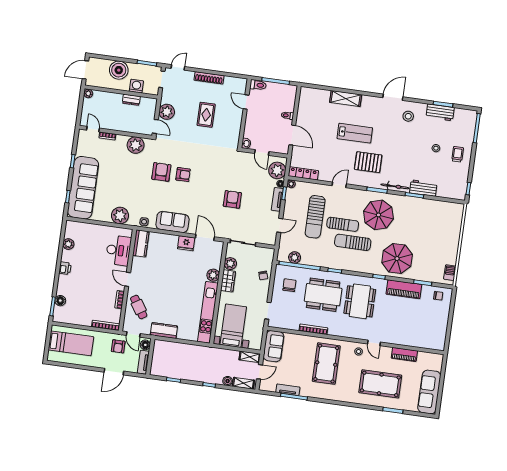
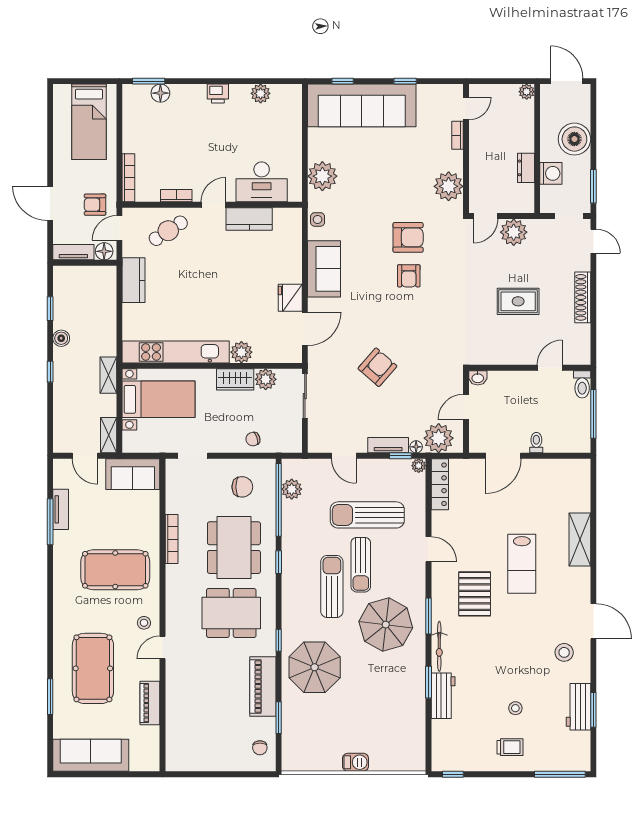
armchair: (232, 199) -> (377, 367), turned -49
kitchen counter: (141, 243) -> (249, 219), moved
barbecue: (450, 273) -> (356, 762), moved
boiler: (228, 381) -> (61, 338), moved
shelving: (243, 383) -> (108, 375), moved

